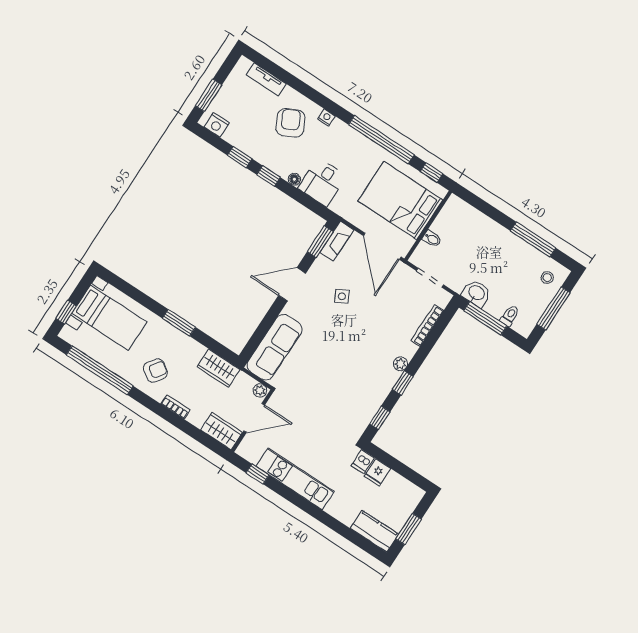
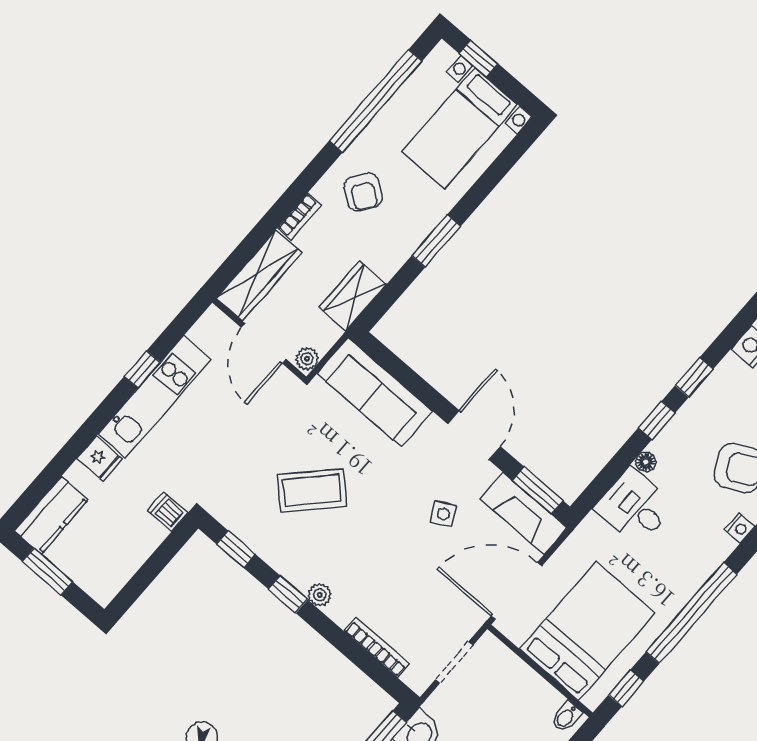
bidet: (432, 239) -> (566, 717), moved
fireplace: (337, 241) -> (523, 513), width x1.37, depth x1.32
coffee table: (338, 377) -> (312, 490), added
wardrobe: (222, 431) -> (259, 275), width x1.50
fridge: (377, 472) -> (100, 459), moved, turned 180
window: (258, 474) -> (142, 369), moved

